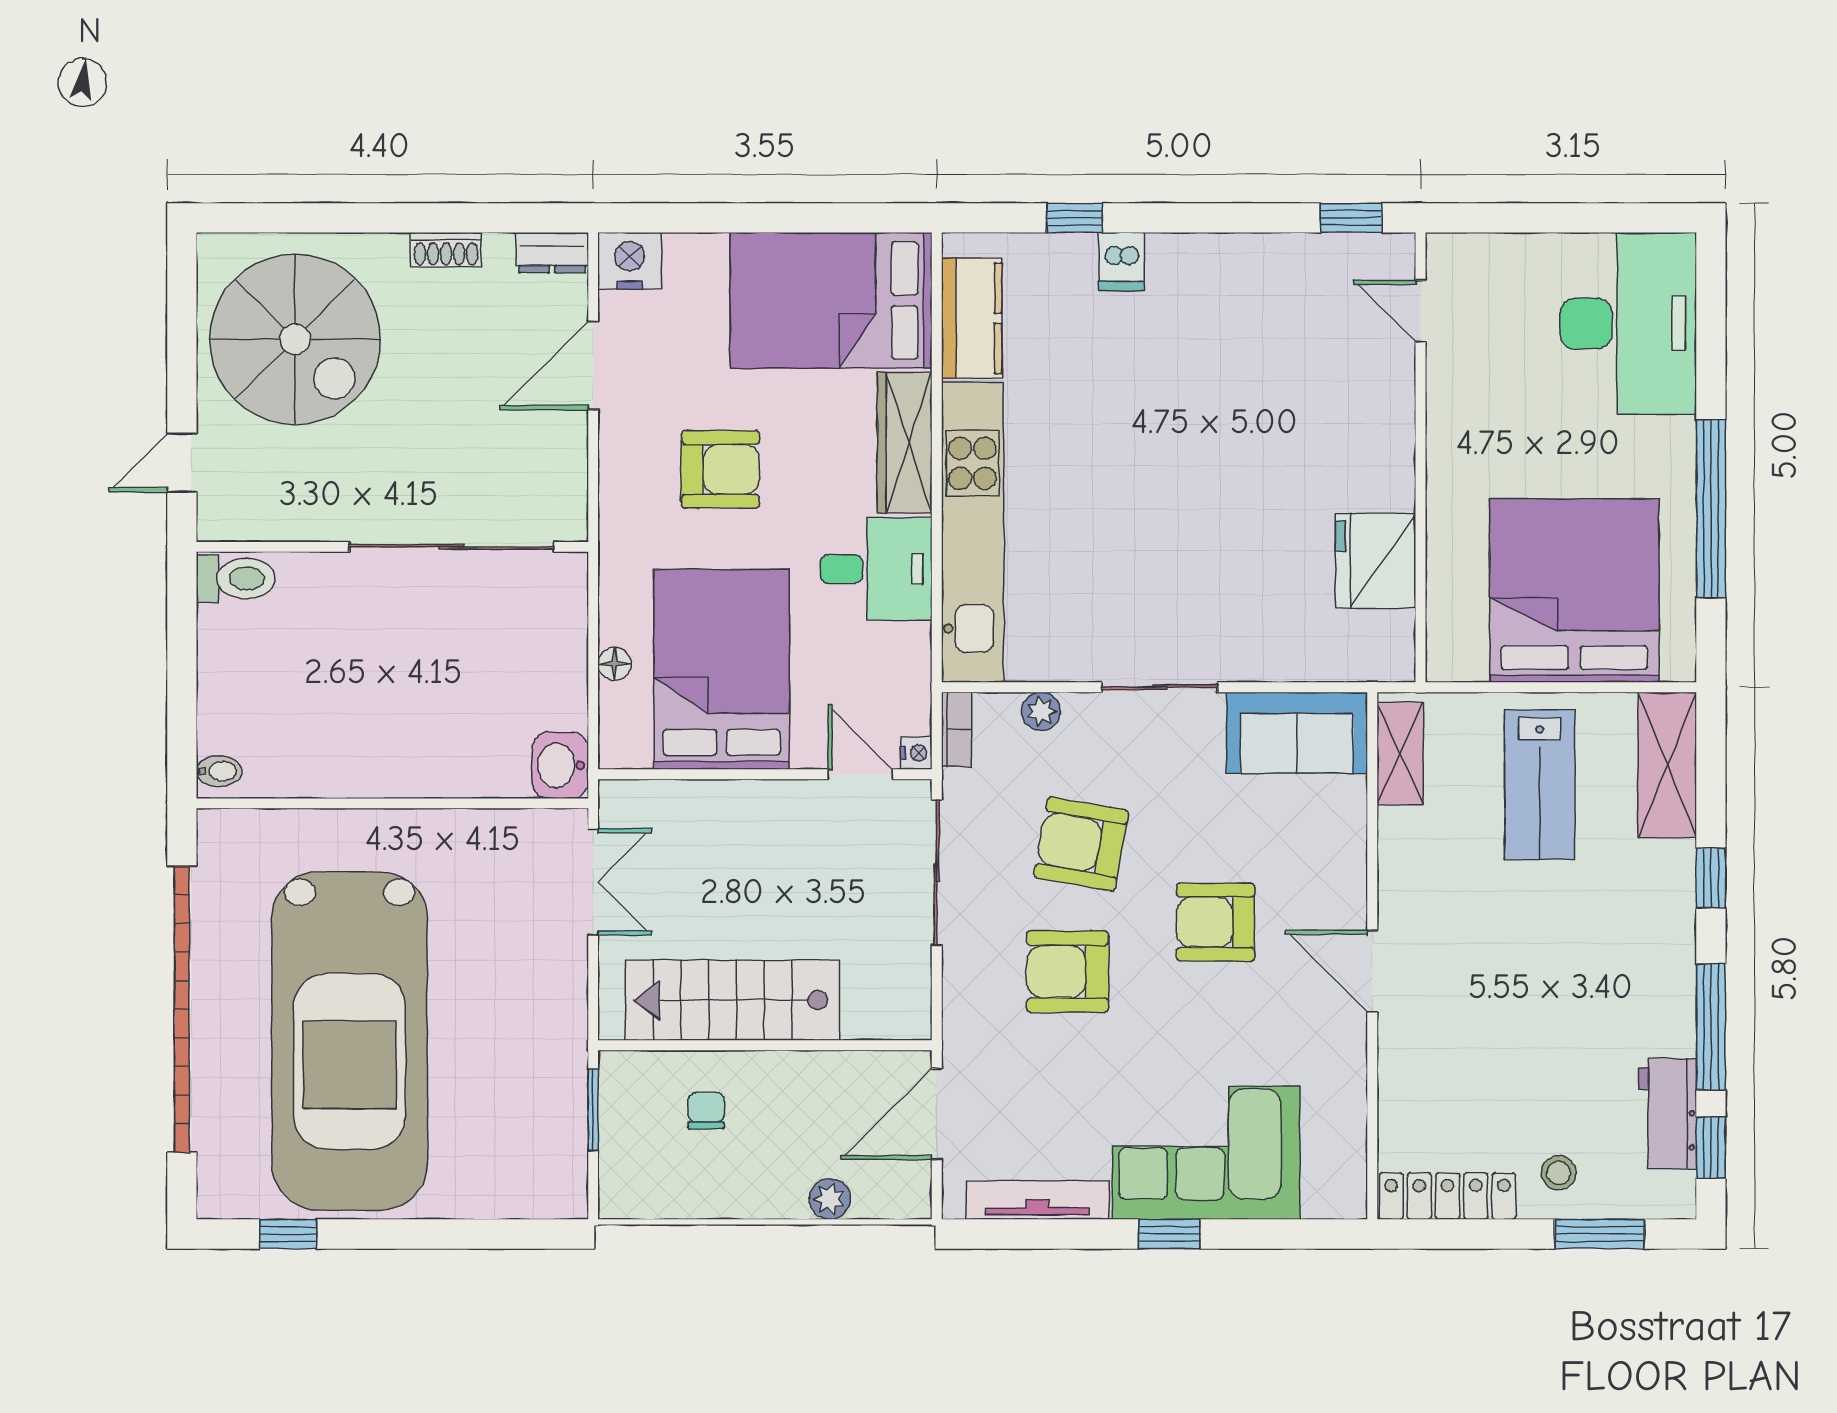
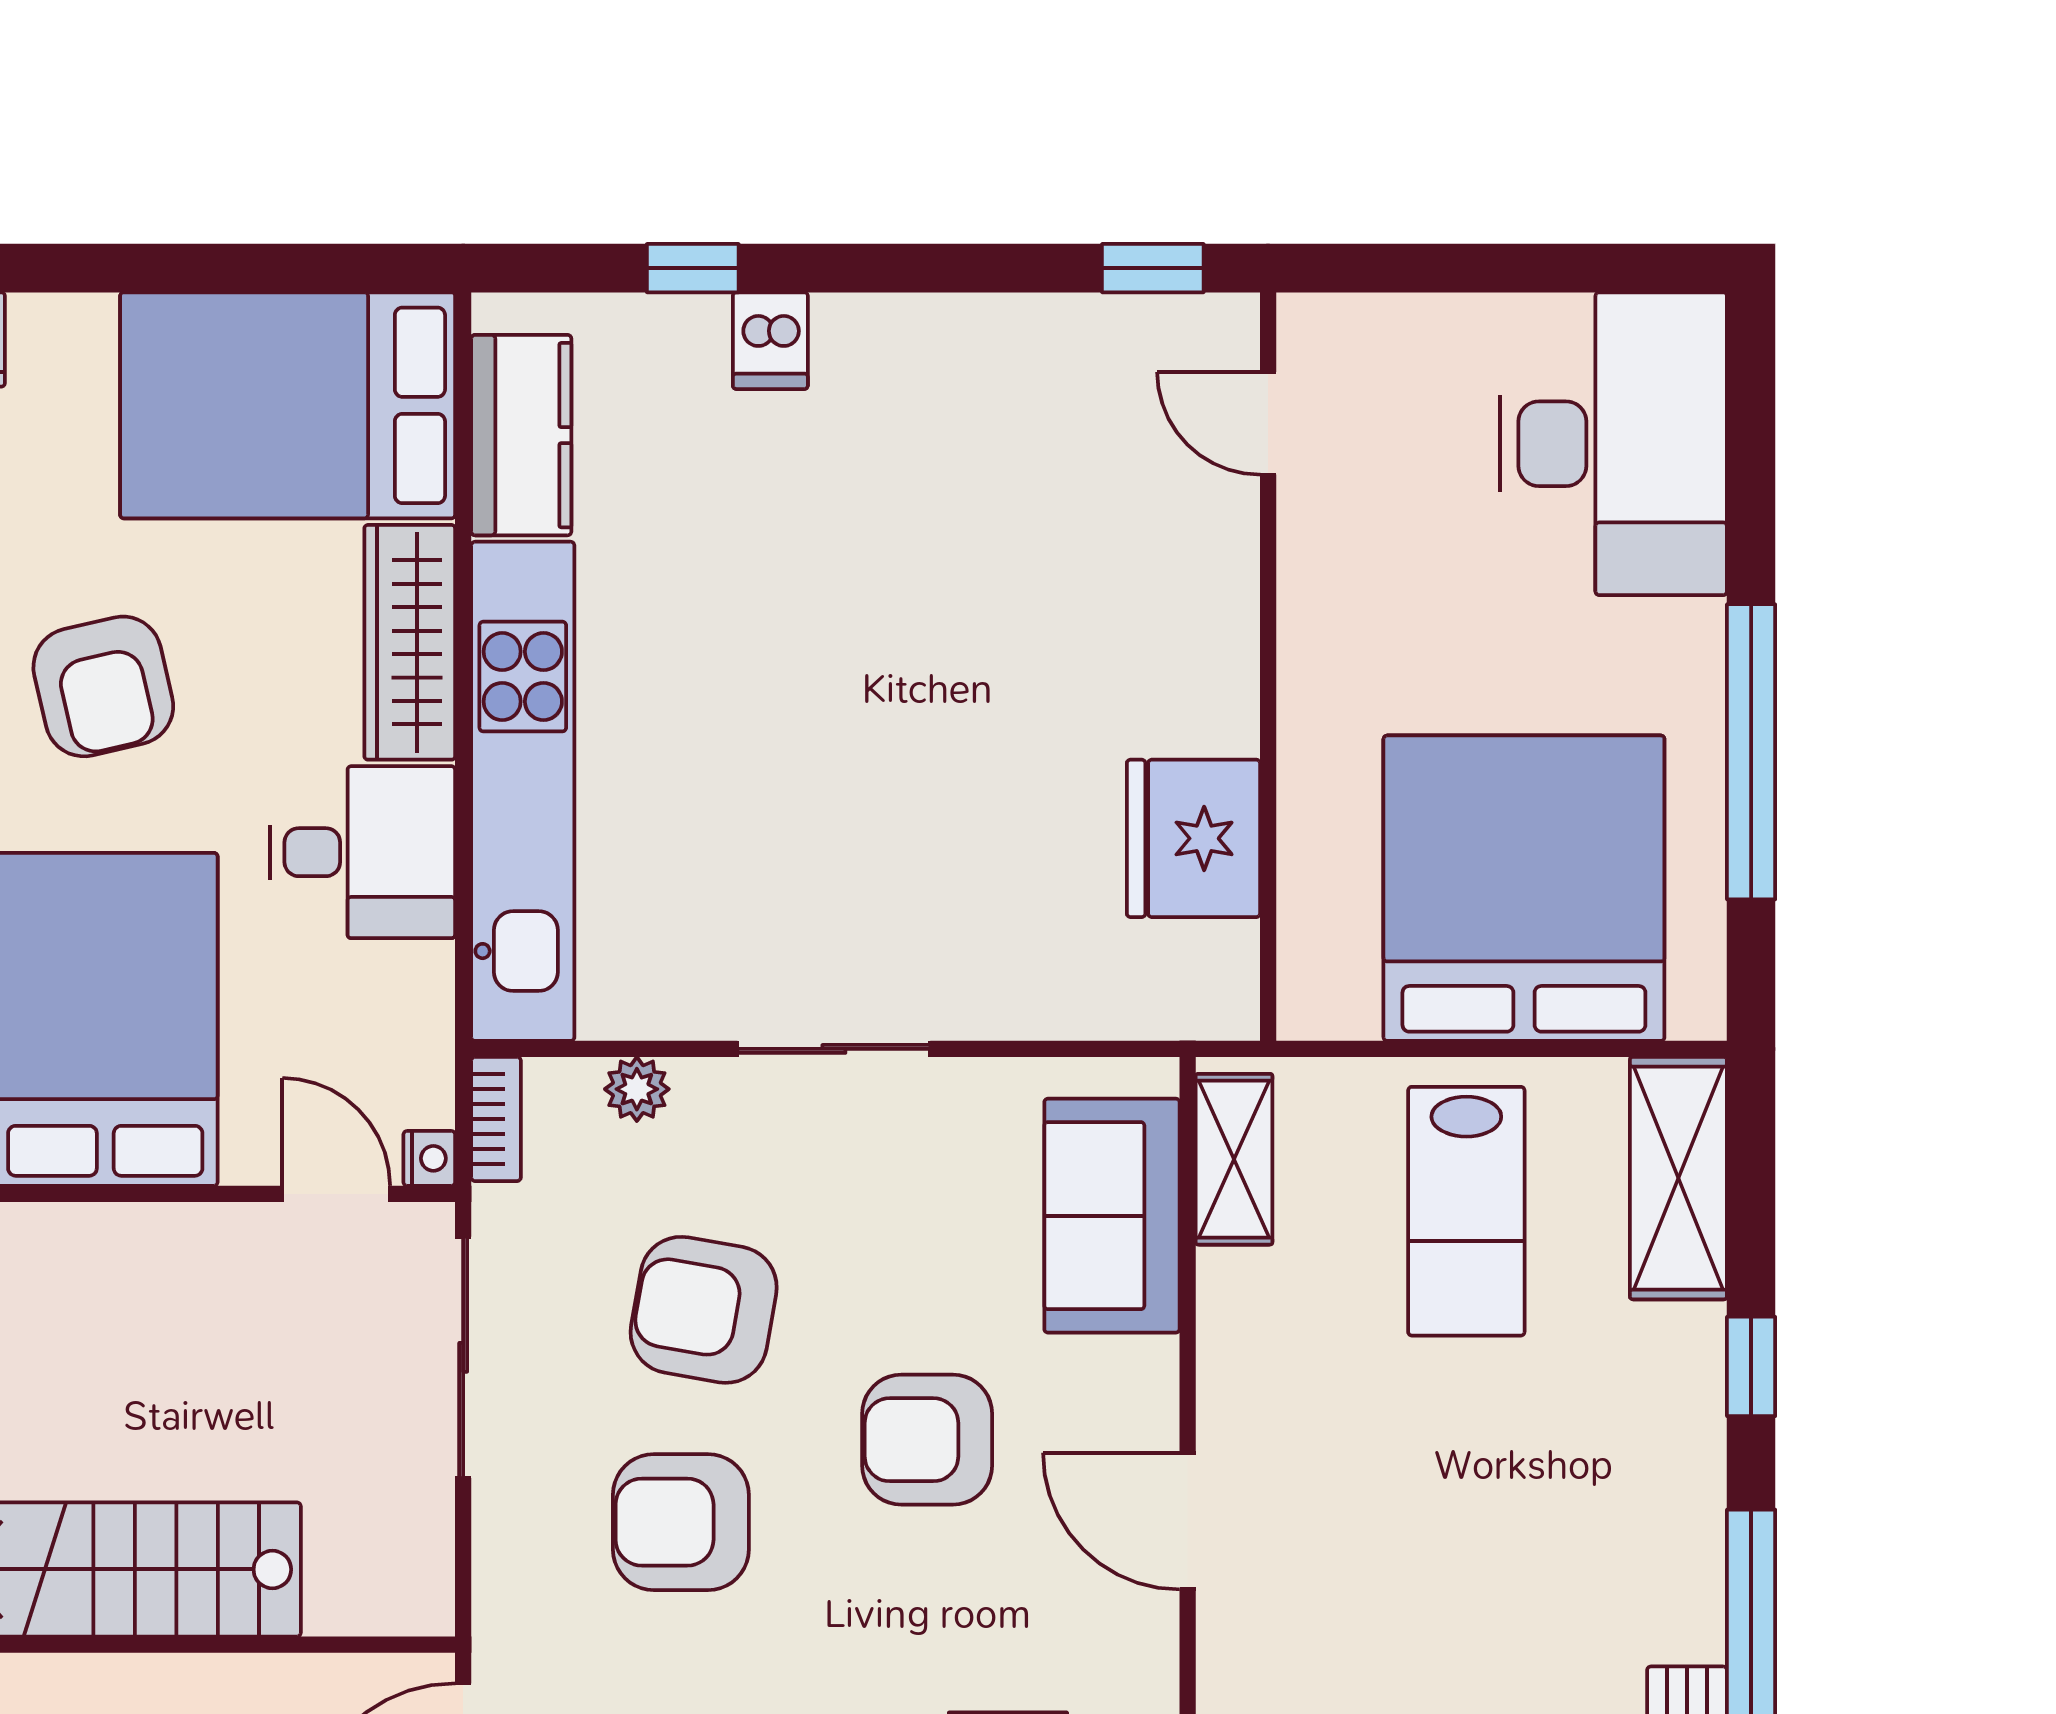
armchair: (720, 469) -> (103, 686), turned 77
sofa: (1297, 733) -> (1112, 1216), moved, turned 90

